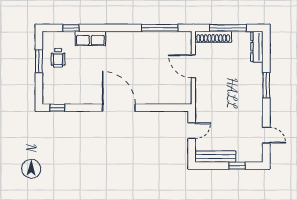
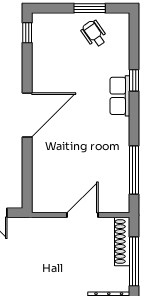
window: (71, 28) -> (134, 80), moved
row of seats: (90, 38) -> (120, 96), moved
wheelchair: (58, 58) -> (94, 34), turned 55

